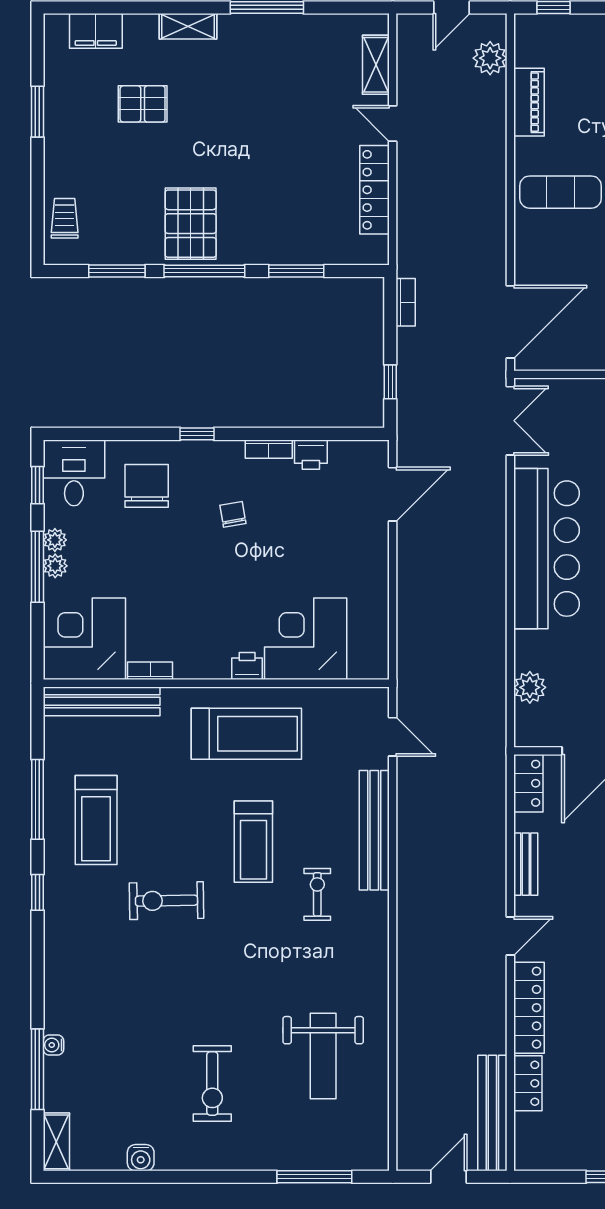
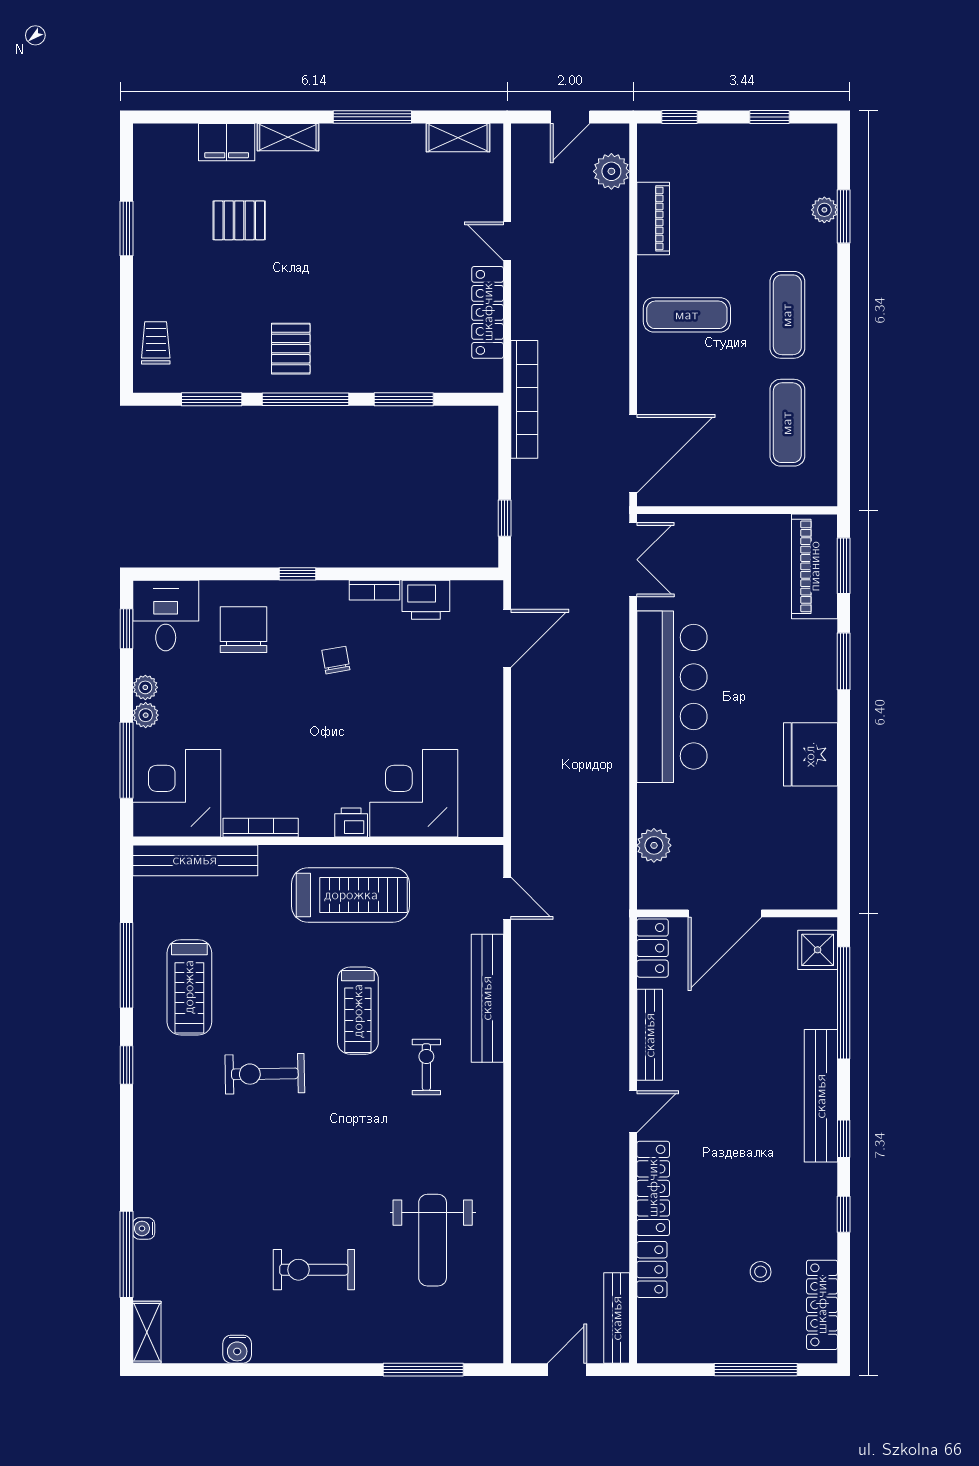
filing cabinet: (96, 31) -> (227, 142), moved
shelving: (376, 65) -> (458, 138), moved, turned 90
pallet: (191, 224) -> (291, 349), width x0.67, depth x0.71
bookcase: (406, 302) -> (524, 399), width x2.31, depth x1.31
printer: (311, 455) -> (426, 600), width x1.36, depth x1.24
window: (37, 567) -> (127, 760), moved
bookcase: (150, 671) -> (261, 828), width x1.56
bench: (526, 864) -> (650, 1035), width x1.36
exercise bike: (212, 1084) -> (314, 1270), turned 90
bench: (492, 1113) -> (617, 1318), width x0.73, depth x0.82

